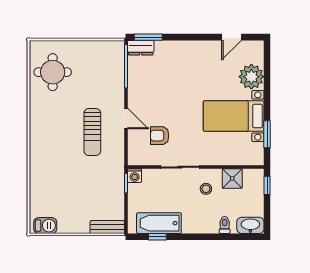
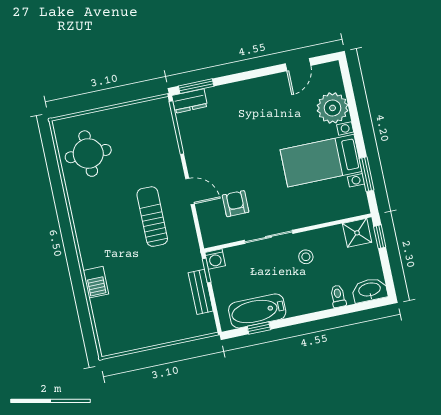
sun lounger: (92, 132) -> (152, 217), turned 180
armchair: (160, 136) -> (236, 204), turned 90
shower: (232, 179) -> (357, 233), moved
barbecue: (45, 226) -> (96, 282), moved, turned 90
bench: (107, 227) -> (201, 292), moved, turned 90

